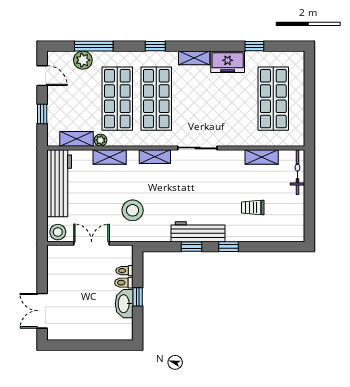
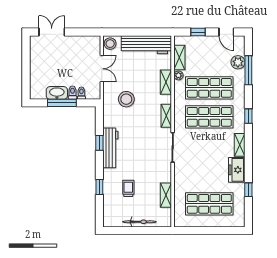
door: (42, 76) -> (226, 32), hinge flipped
bicycle: (297, 172) -> (139, 222), moved
window: (229, 247) -> (99, 187), moved
window: (138, 297) -> (62, 103), width x2.17

